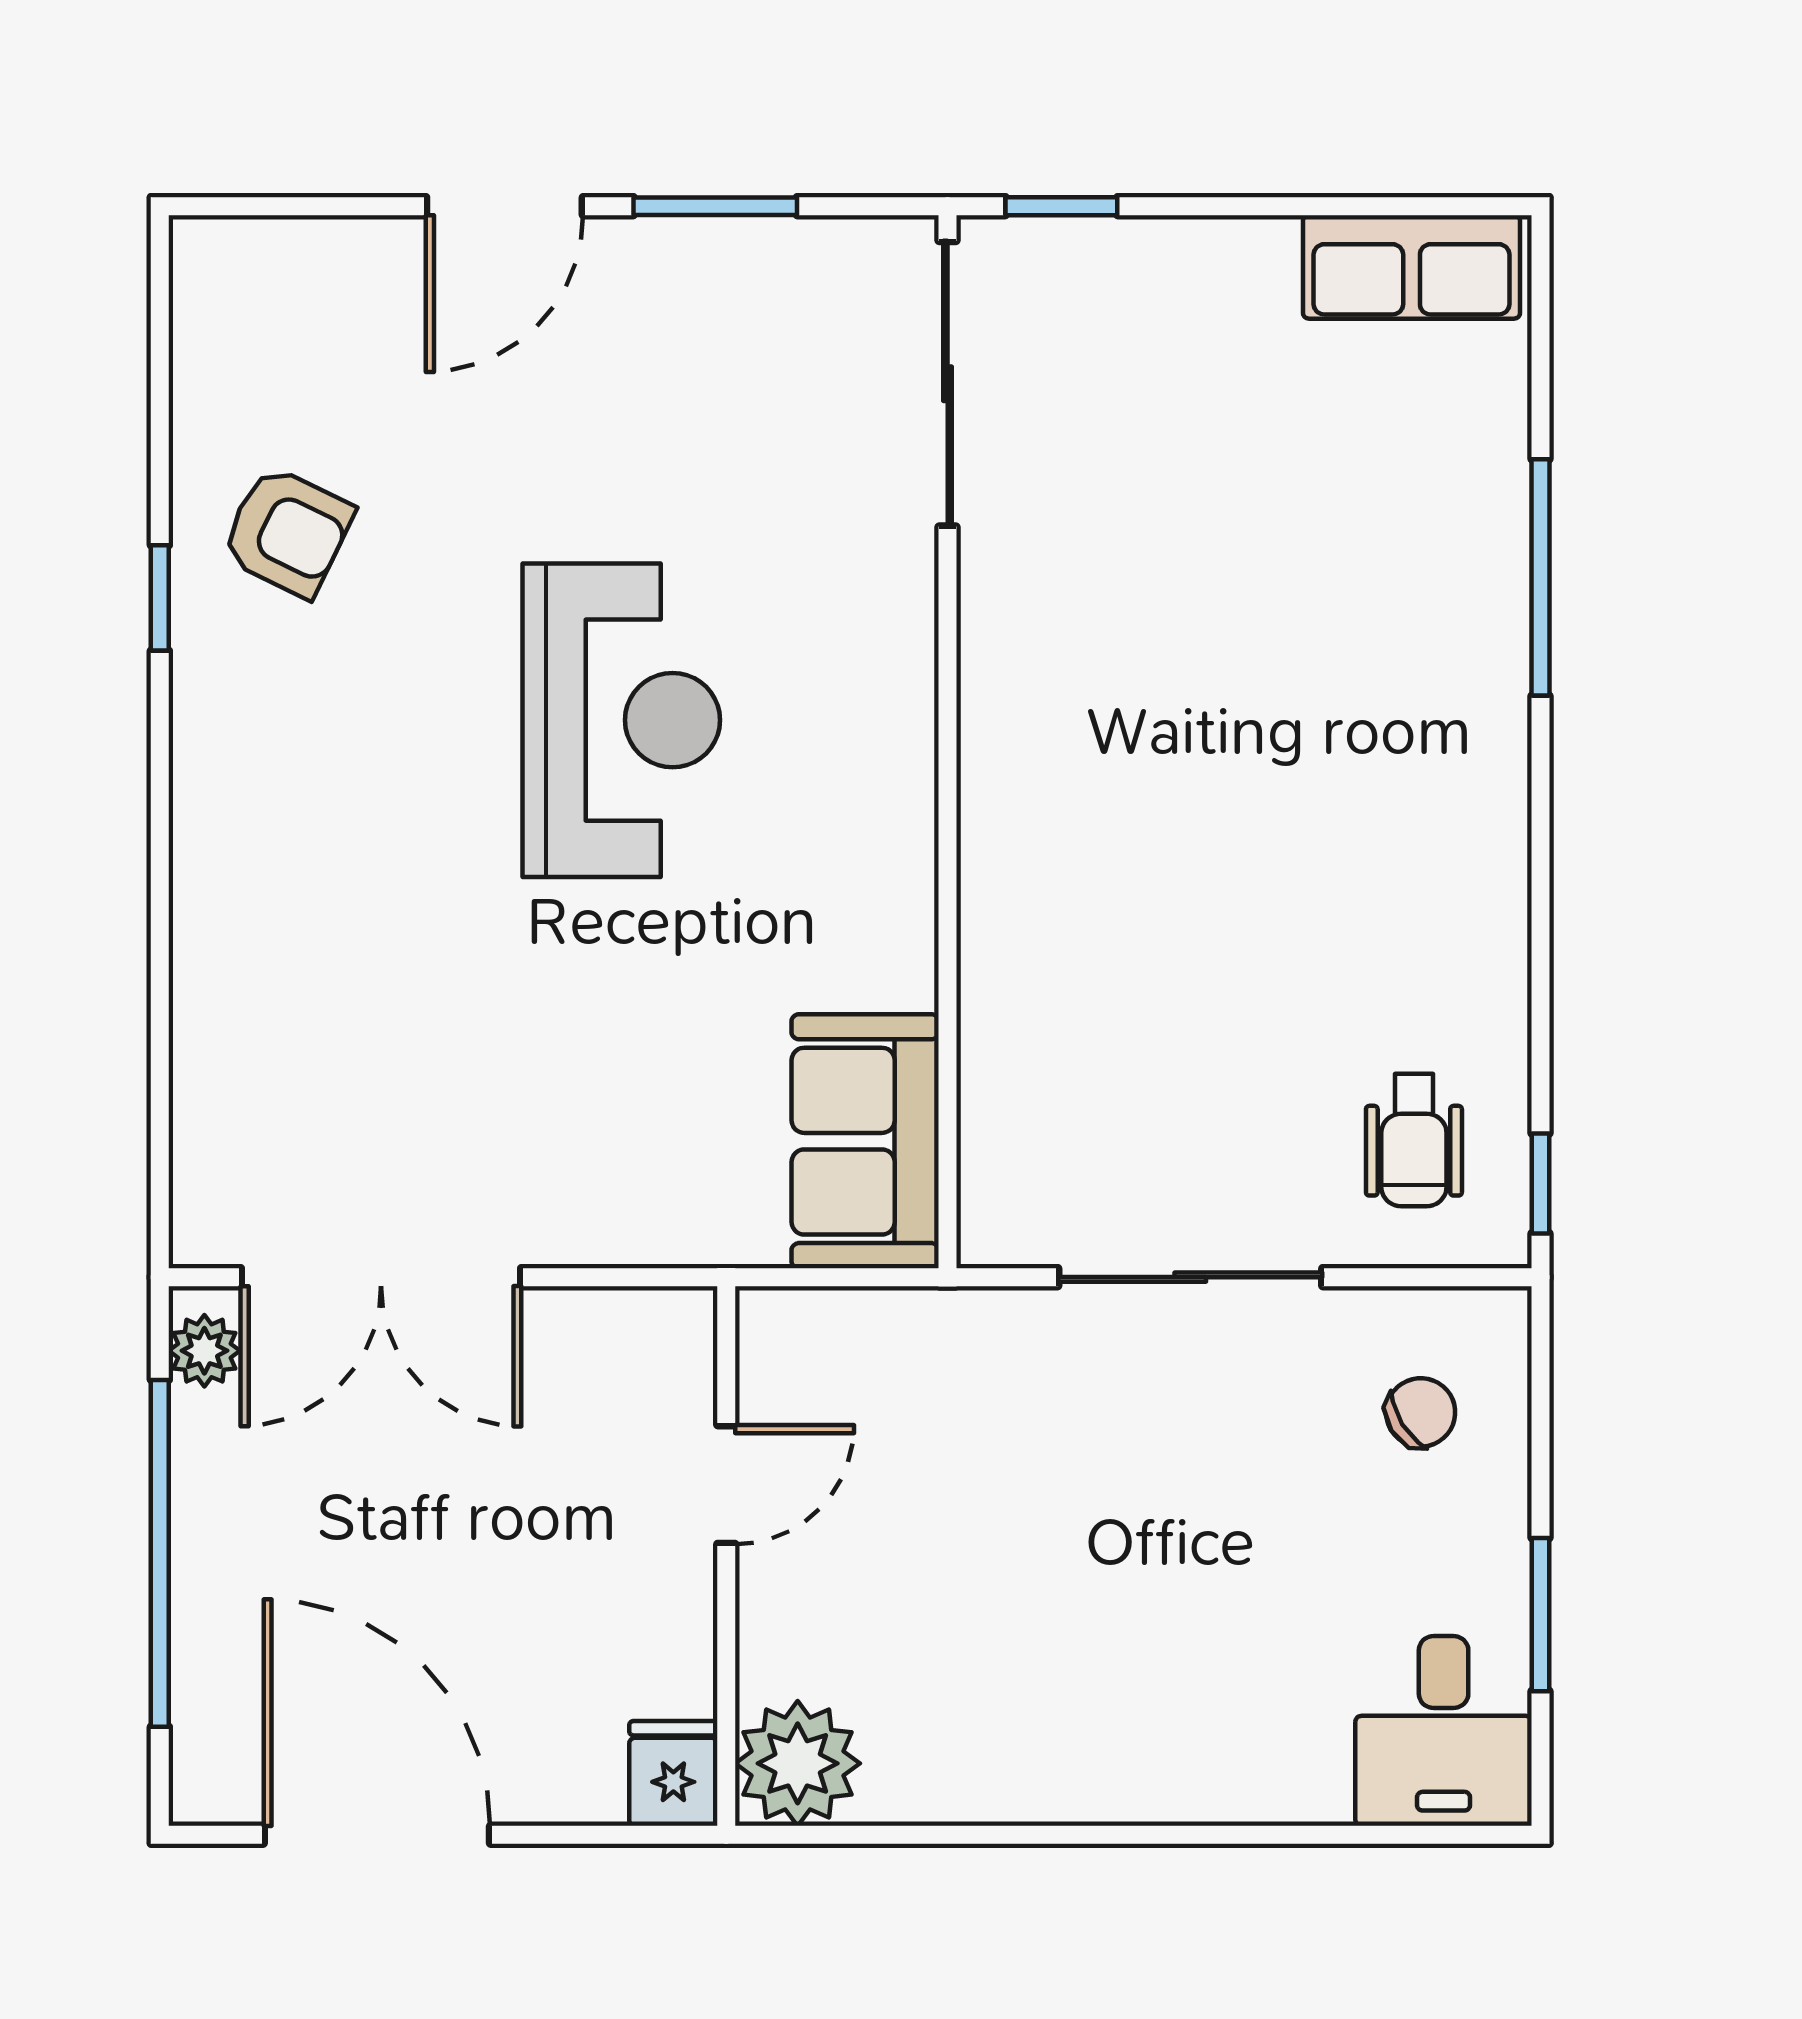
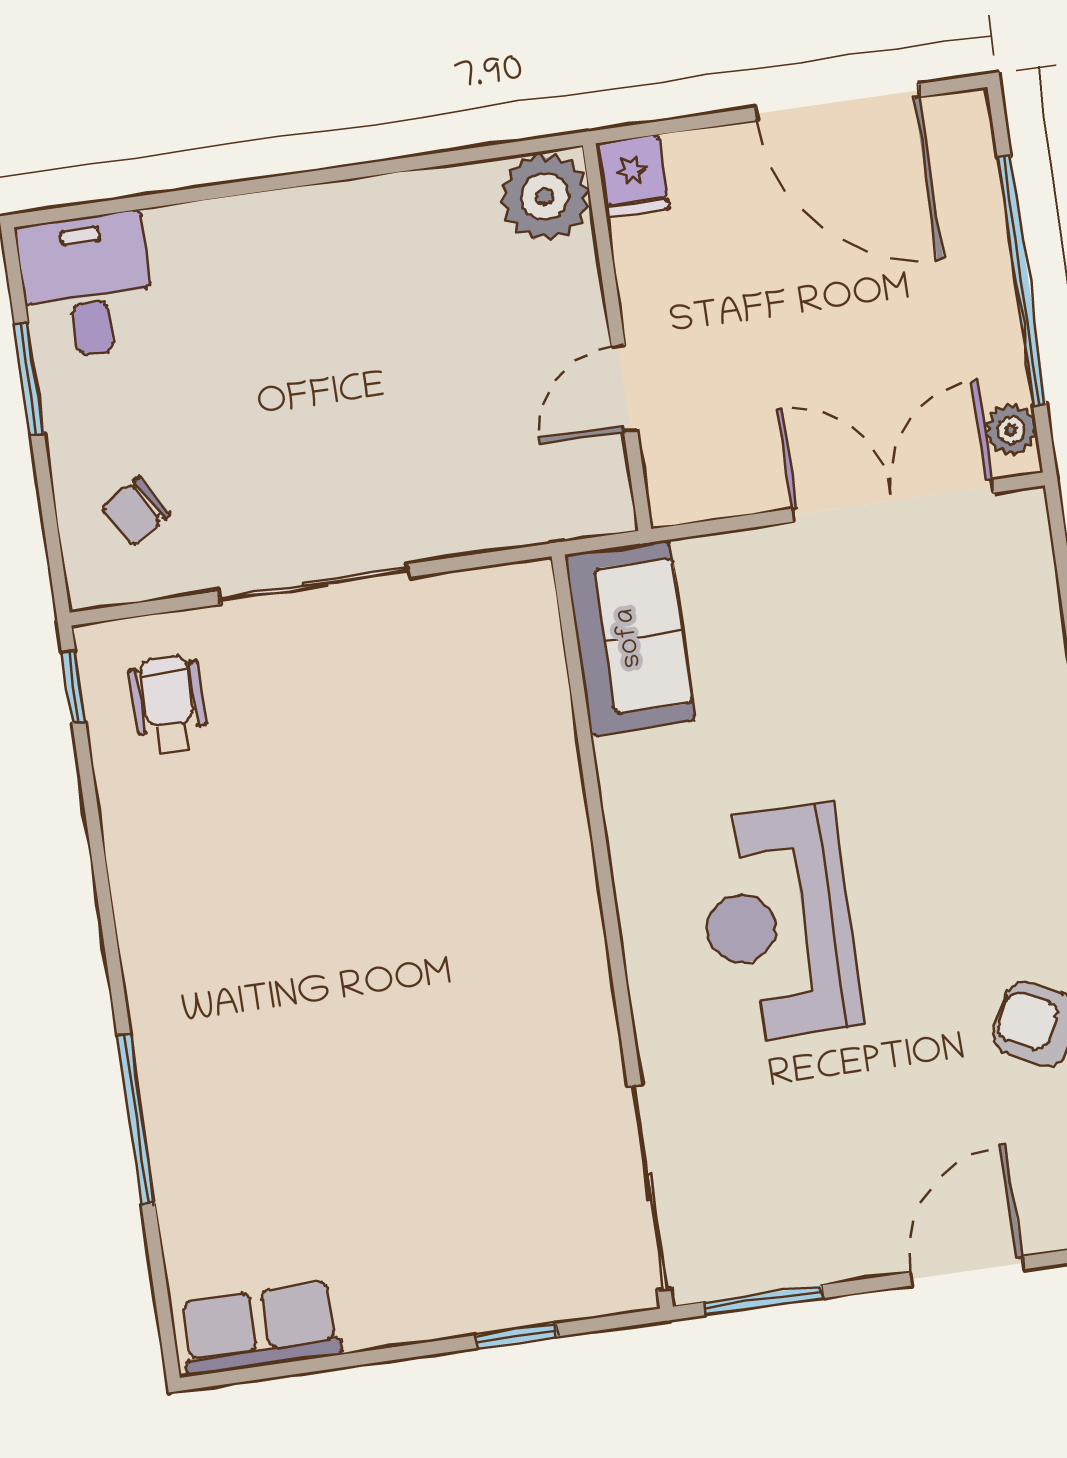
door: (504, 206) -> (967, 1271), moved
sliding door: (948, 384) -> (649, 1187), moved
wall: (948, 742) -> (612, 932), moved
sofa: (865, 1141) -> (630, 638), moved

